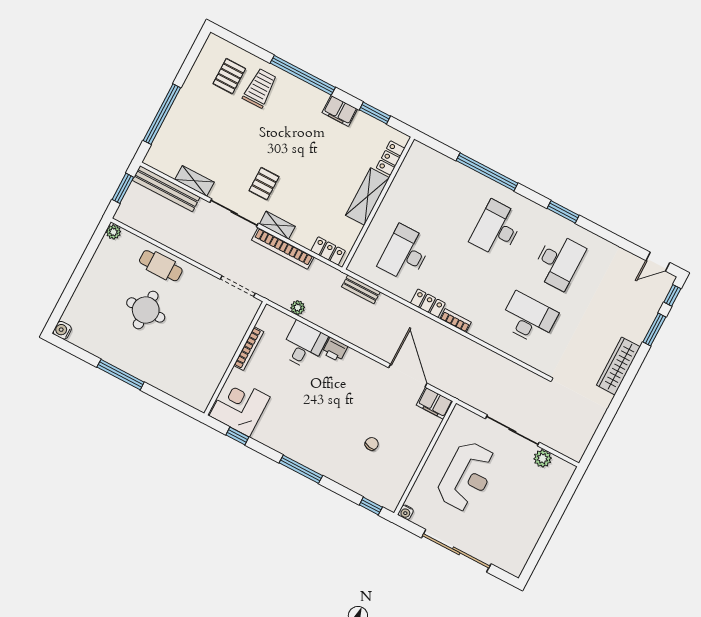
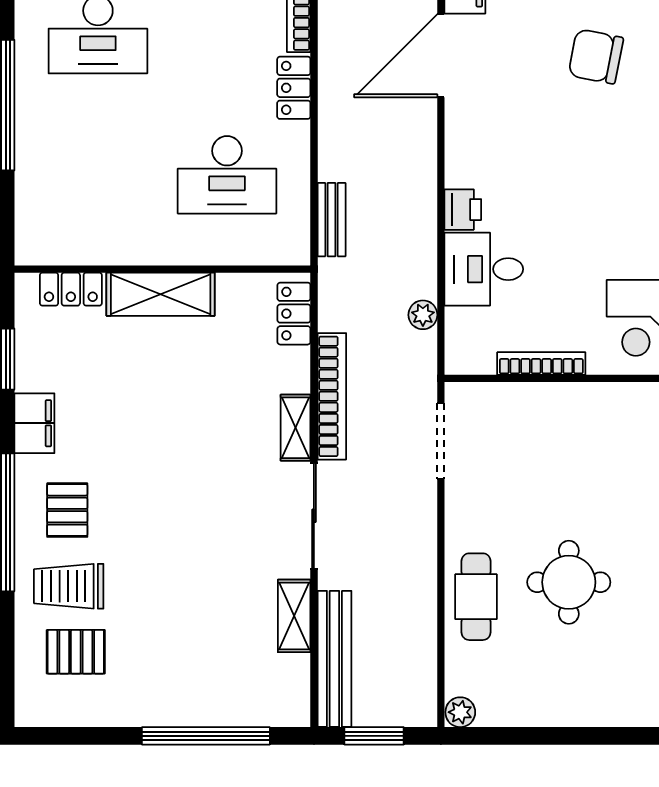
pallet: (264, 184) -> (67, 510), moved, turned 90
chair: (372, 444) -> (596, 56), width x1.87, depth x1.87

